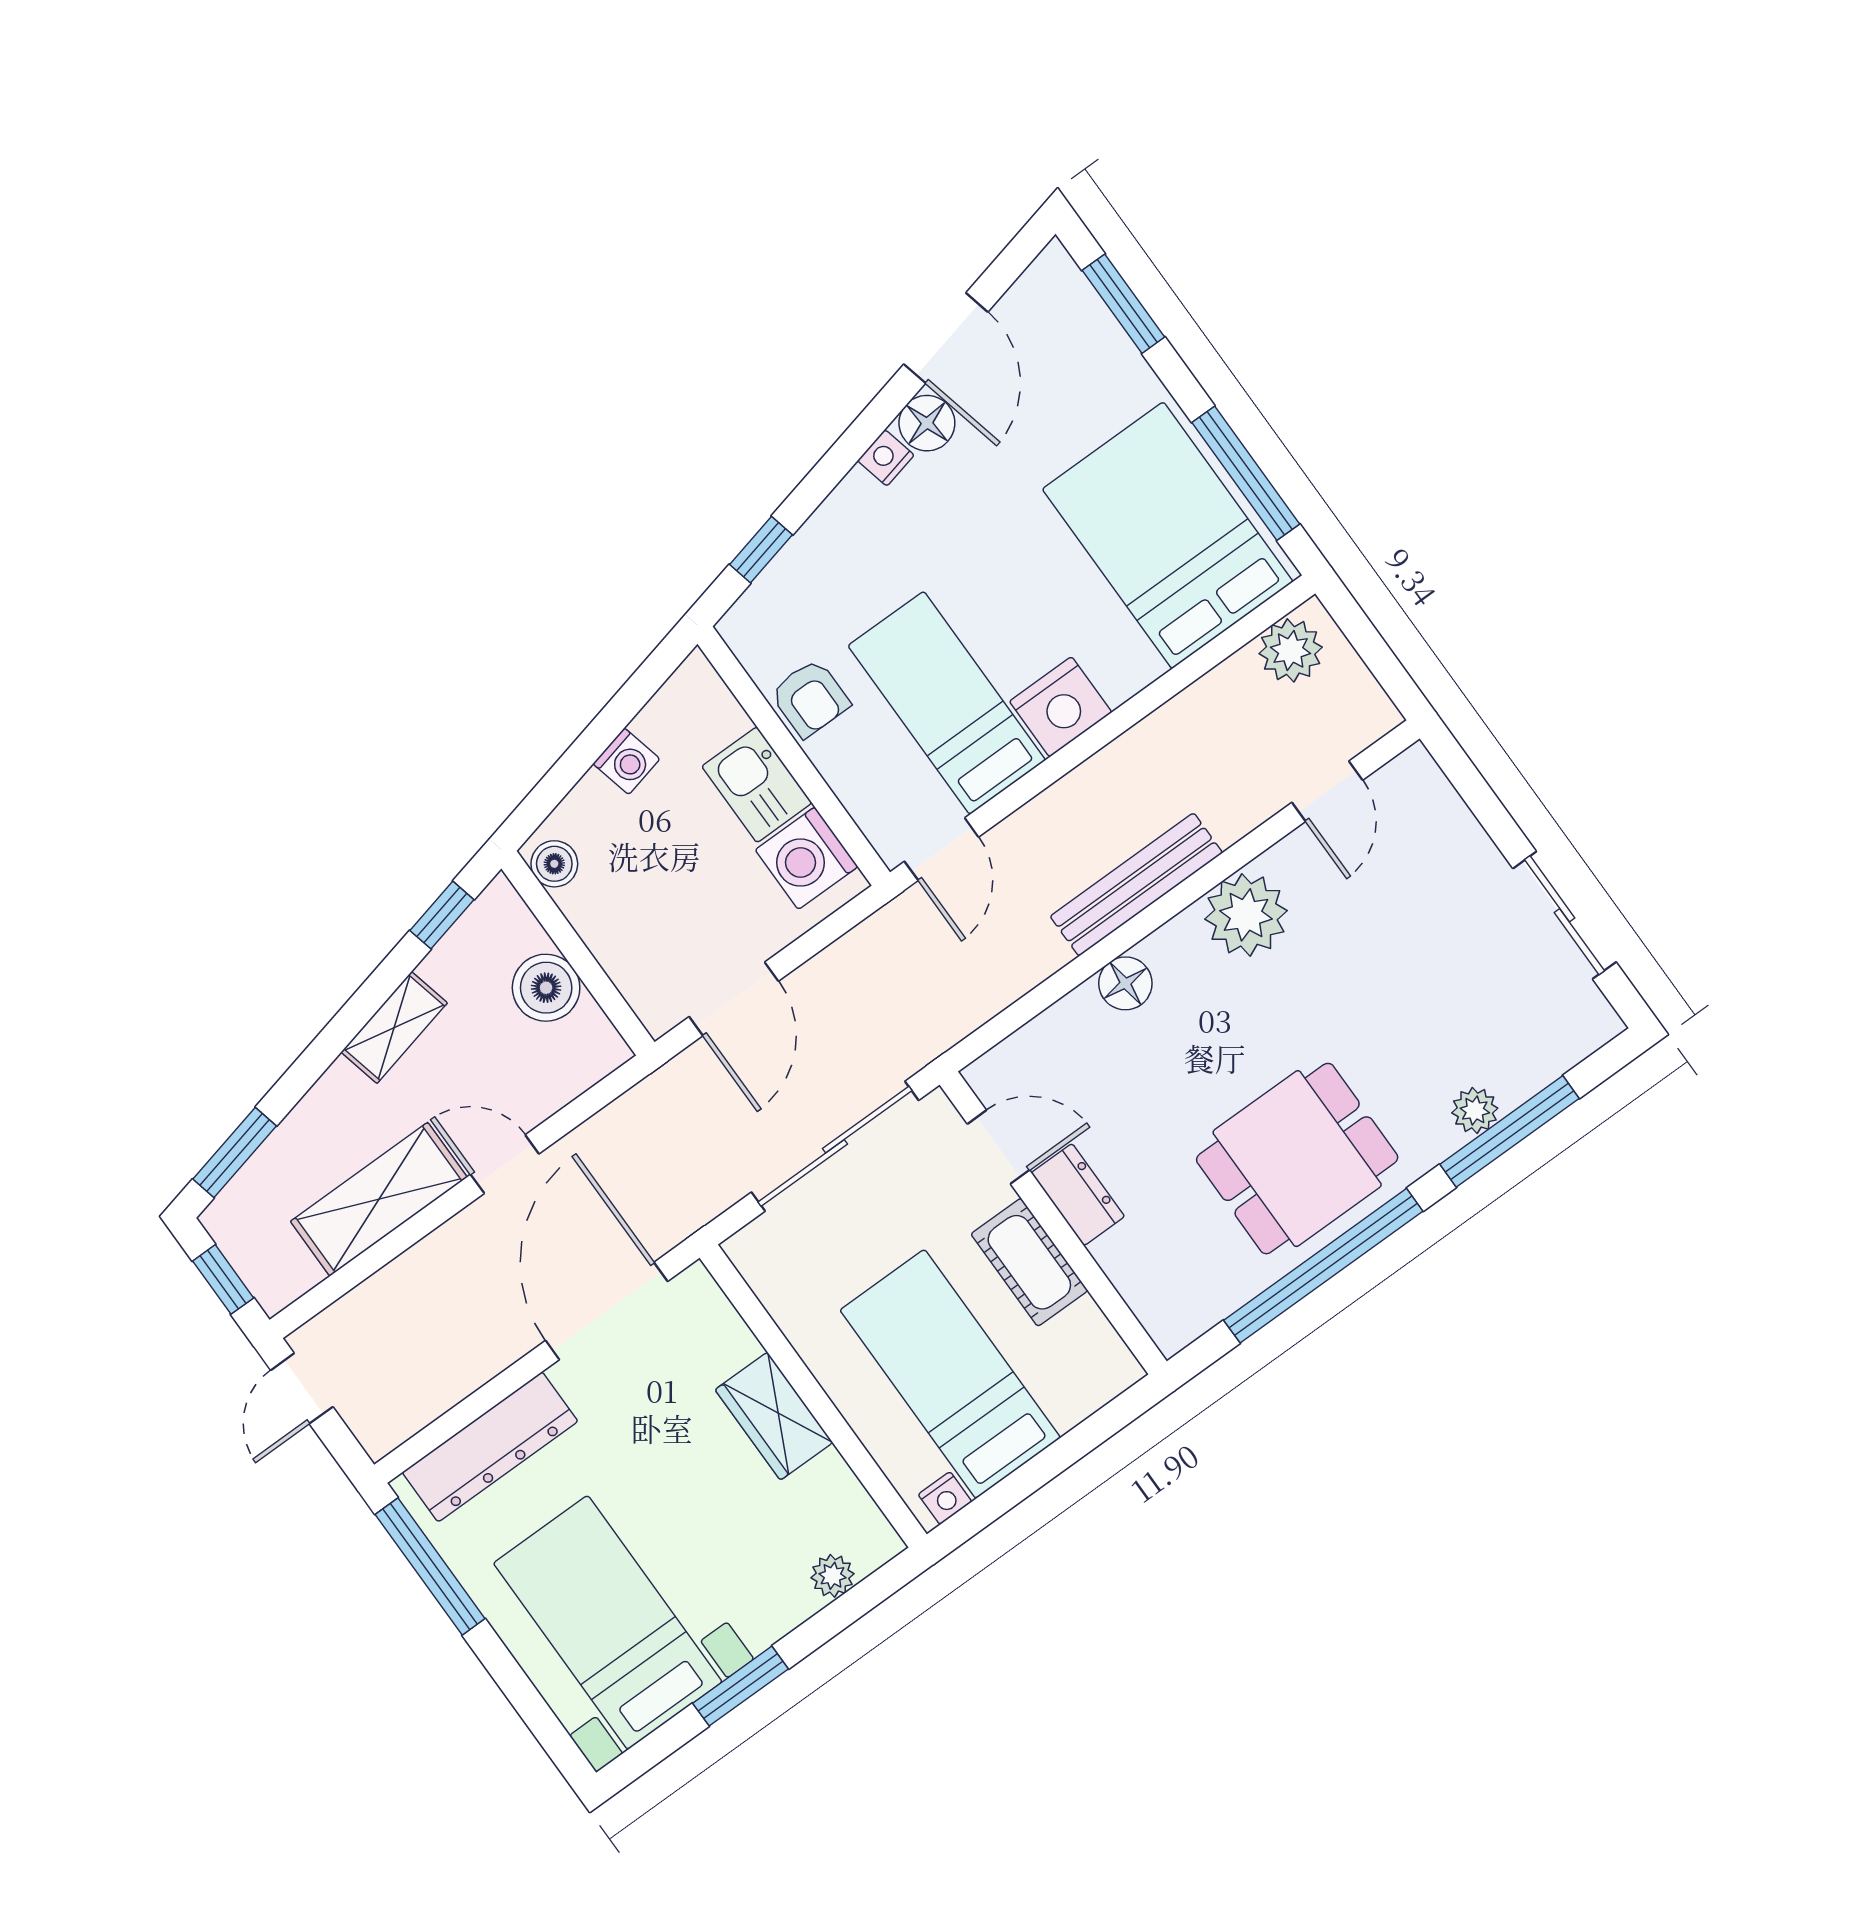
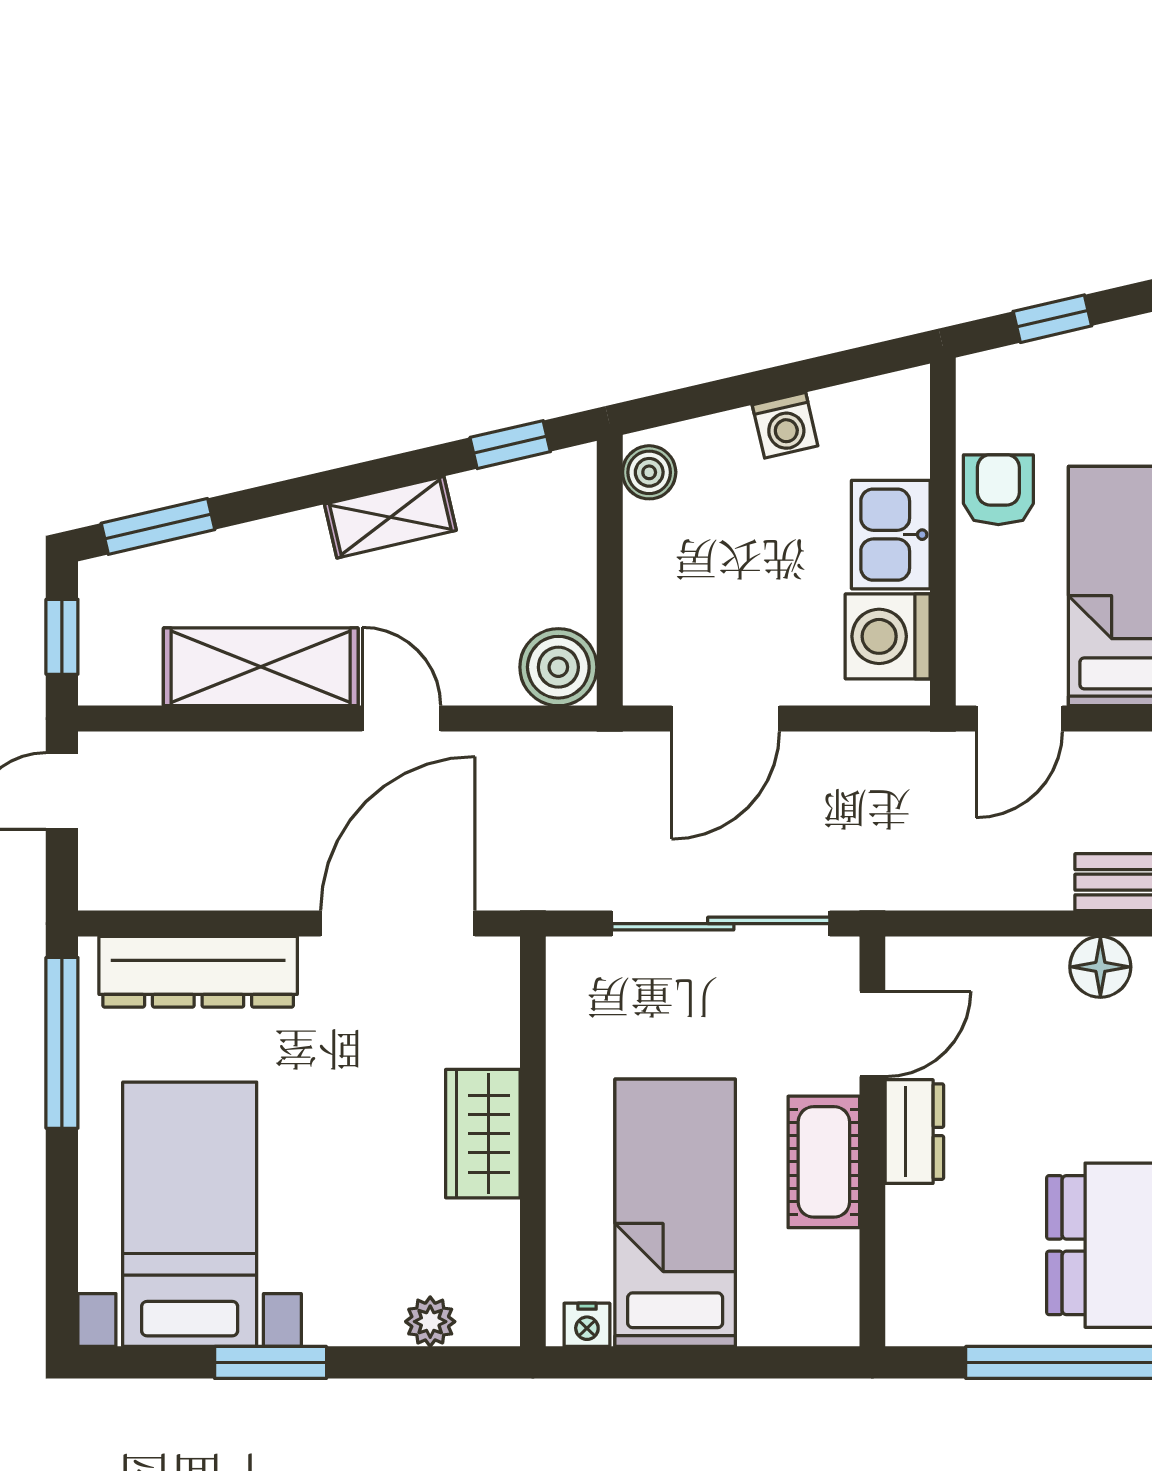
armchair: (810, 698) -> (998, 490), turned 180
boiler: (546, 988) -> (558, 667), moved
door: (998, 1147) -> (872, 1034), hinge flipped

